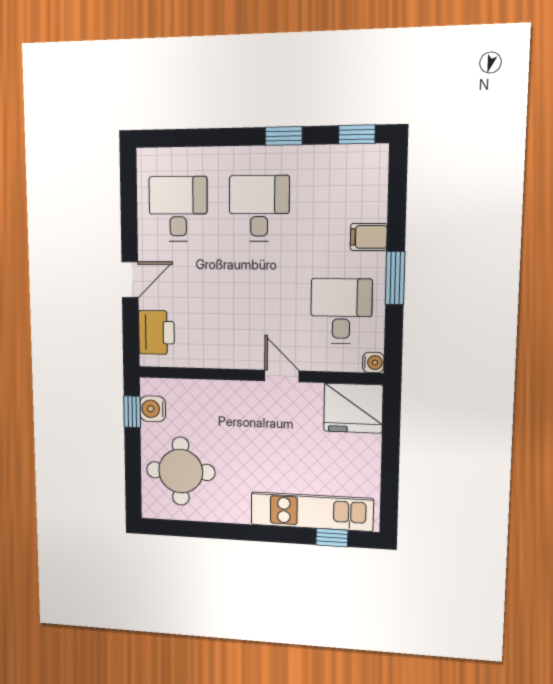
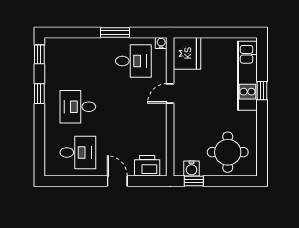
desk: (178, 209) -> (78, 152), turned 180
filing cabinet: (369, 237) -> (93, 47), removed
desk: (341, 311) -> (133, 61), turned 180
window: (332, 538) -> (262, 91), moved

